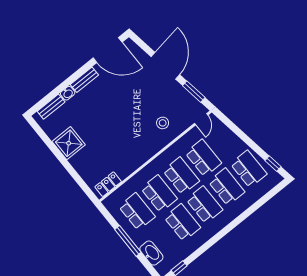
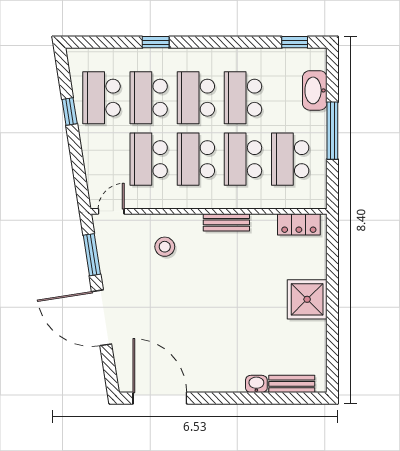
door: (165, 66) -> (102, 318), hinge flipped
bench: (84, 80) -> (226, 222), moved
shower: (69, 143) -> (307, 299), moved
window: (273, 164) -> (70, 111), moved
window: (244, 215) -> (156, 42), added

